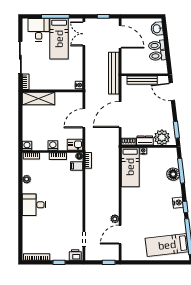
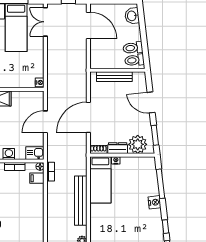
toilet: (157, 45) -> (134, 60), moved
bench: (114, 73) -> (81, 201), moved
door: (172, 92) -> (151, 102), moved
floor lamp: (173, 174) -> (151, 188), removed
nightstand: (178, 203) -> (154, 202), moved

